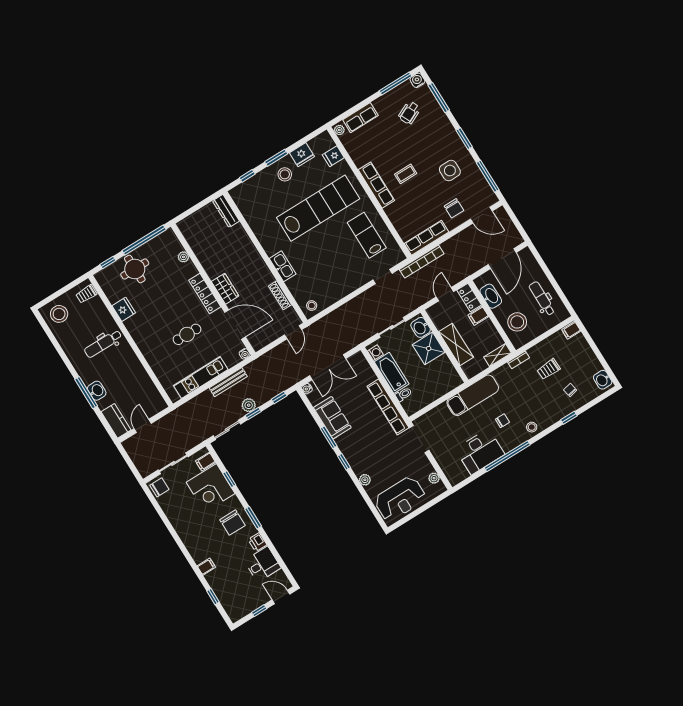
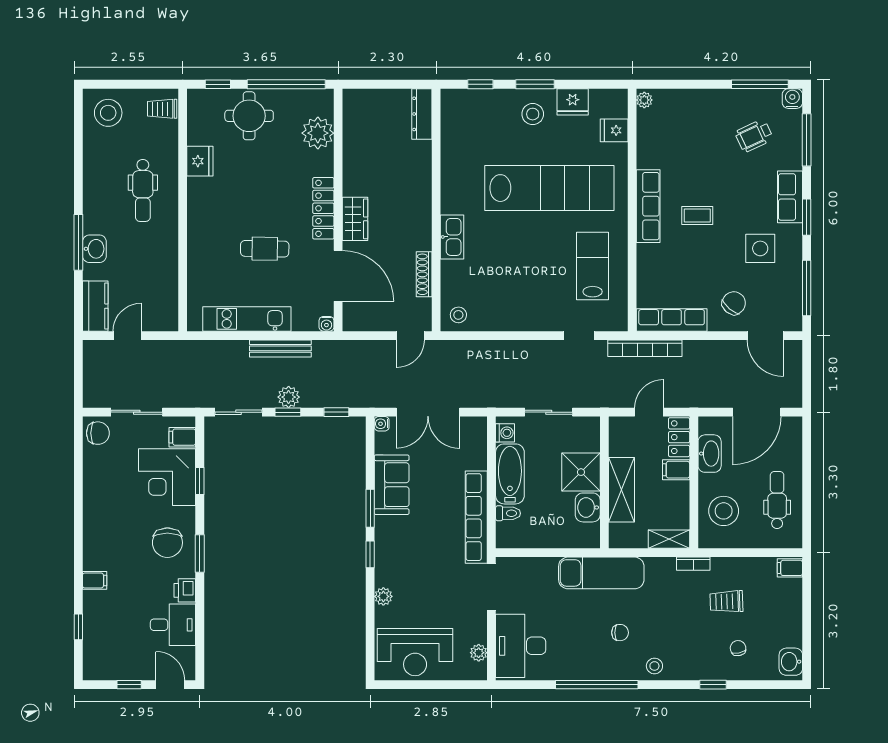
row of seats: (360, 118) -> (790, 197), moved, turned 90
chair: (454, 208) -> (734, 303), turned -140
plant: (183, 257) -> (318, 133), width x1.87, depth x1.87
washbasin: (421, 327) -> (588, 507), moved
dental chair: (103, 344) -> (143, 190), turned -90
desk: (480, 452) -> (521, 646), moved, turned 90

